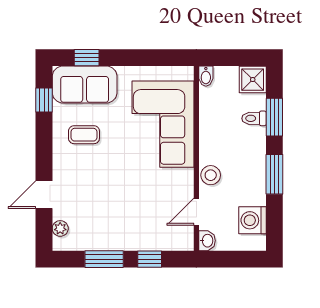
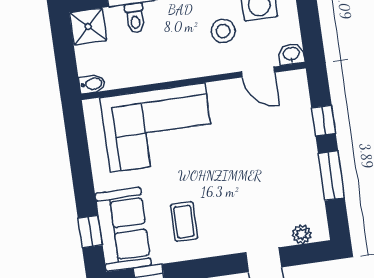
stool: (211, 175) -> (223, 31), moved

